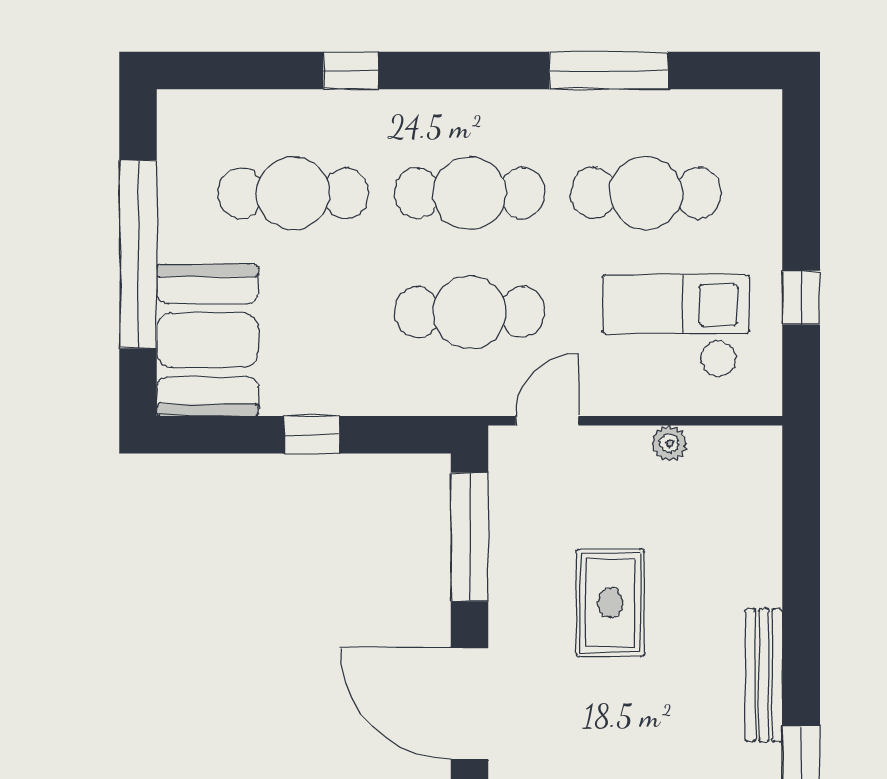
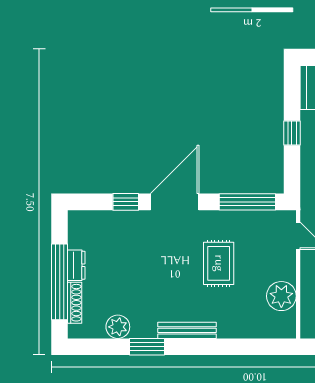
plant: (669, 443) -> (281, 296), width x1.88, depth x1.88
rug: (610, 603) -> (219, 263), turned 90

